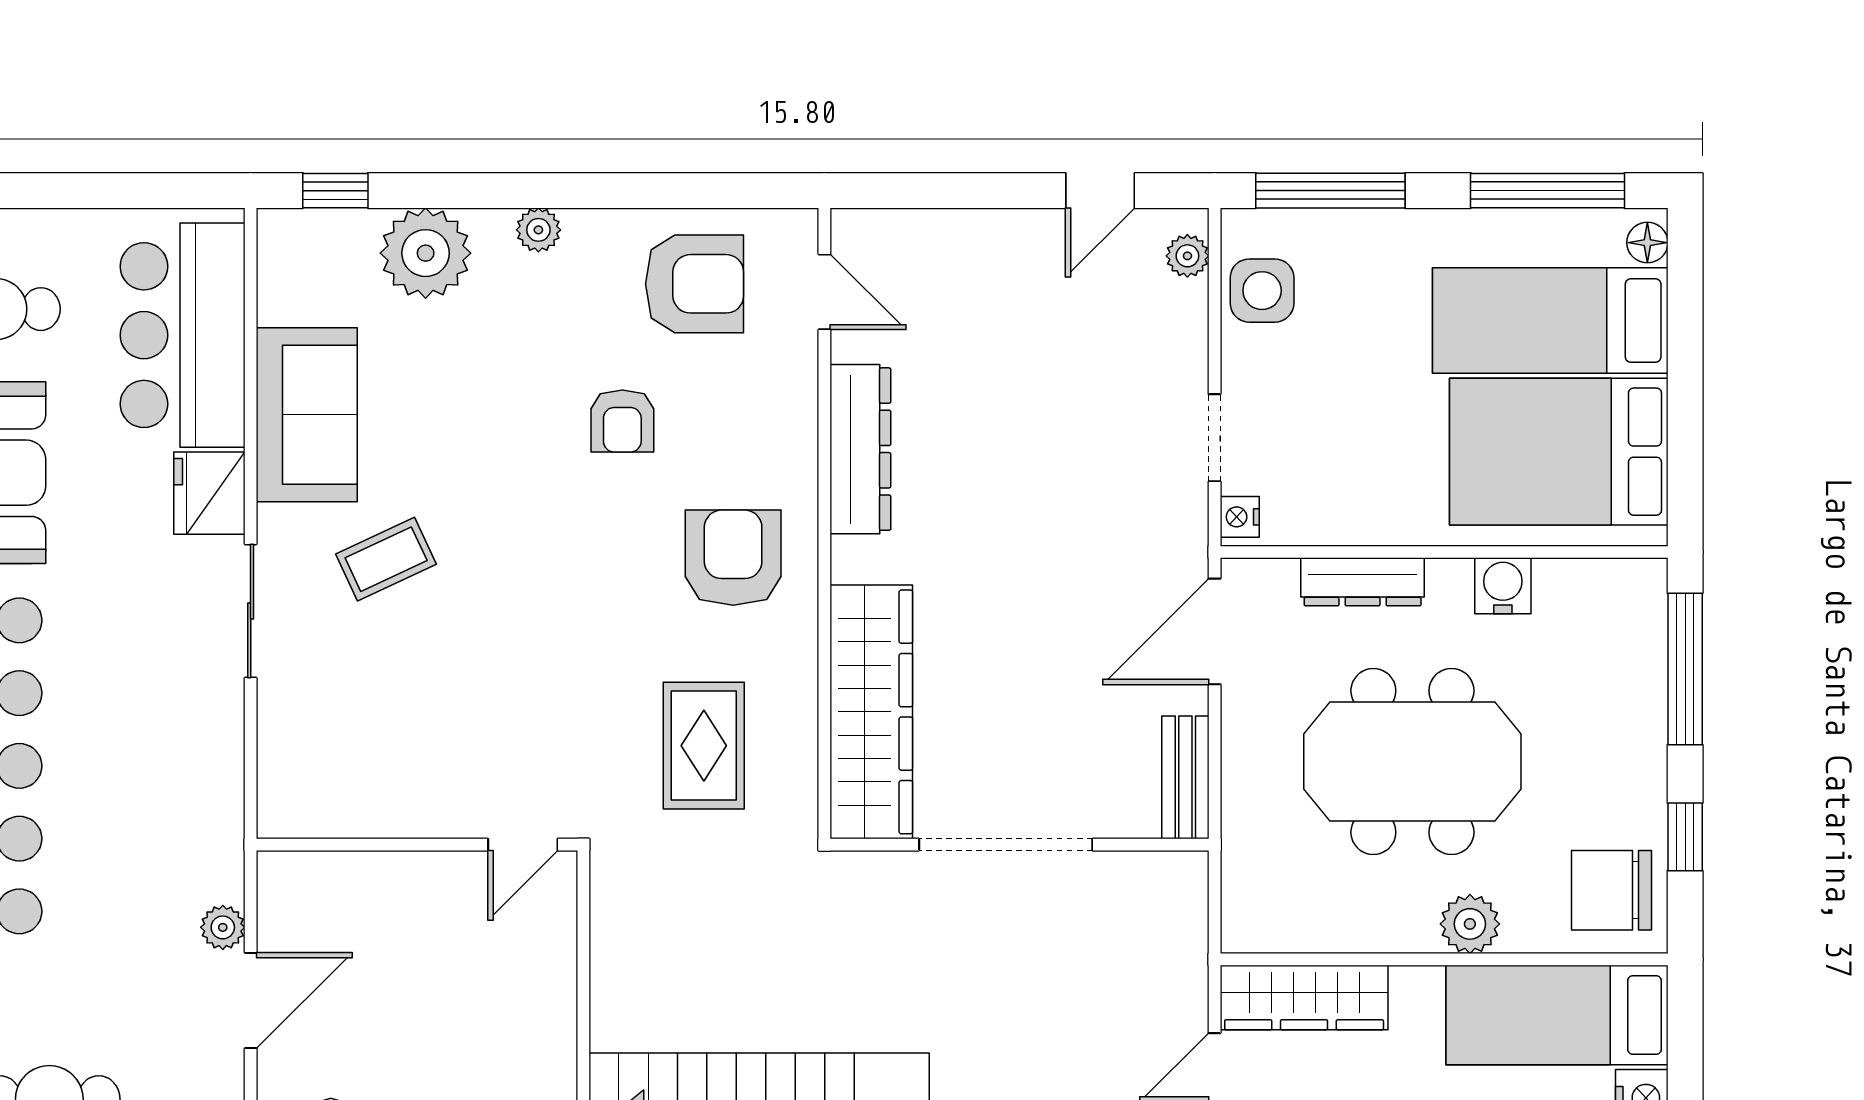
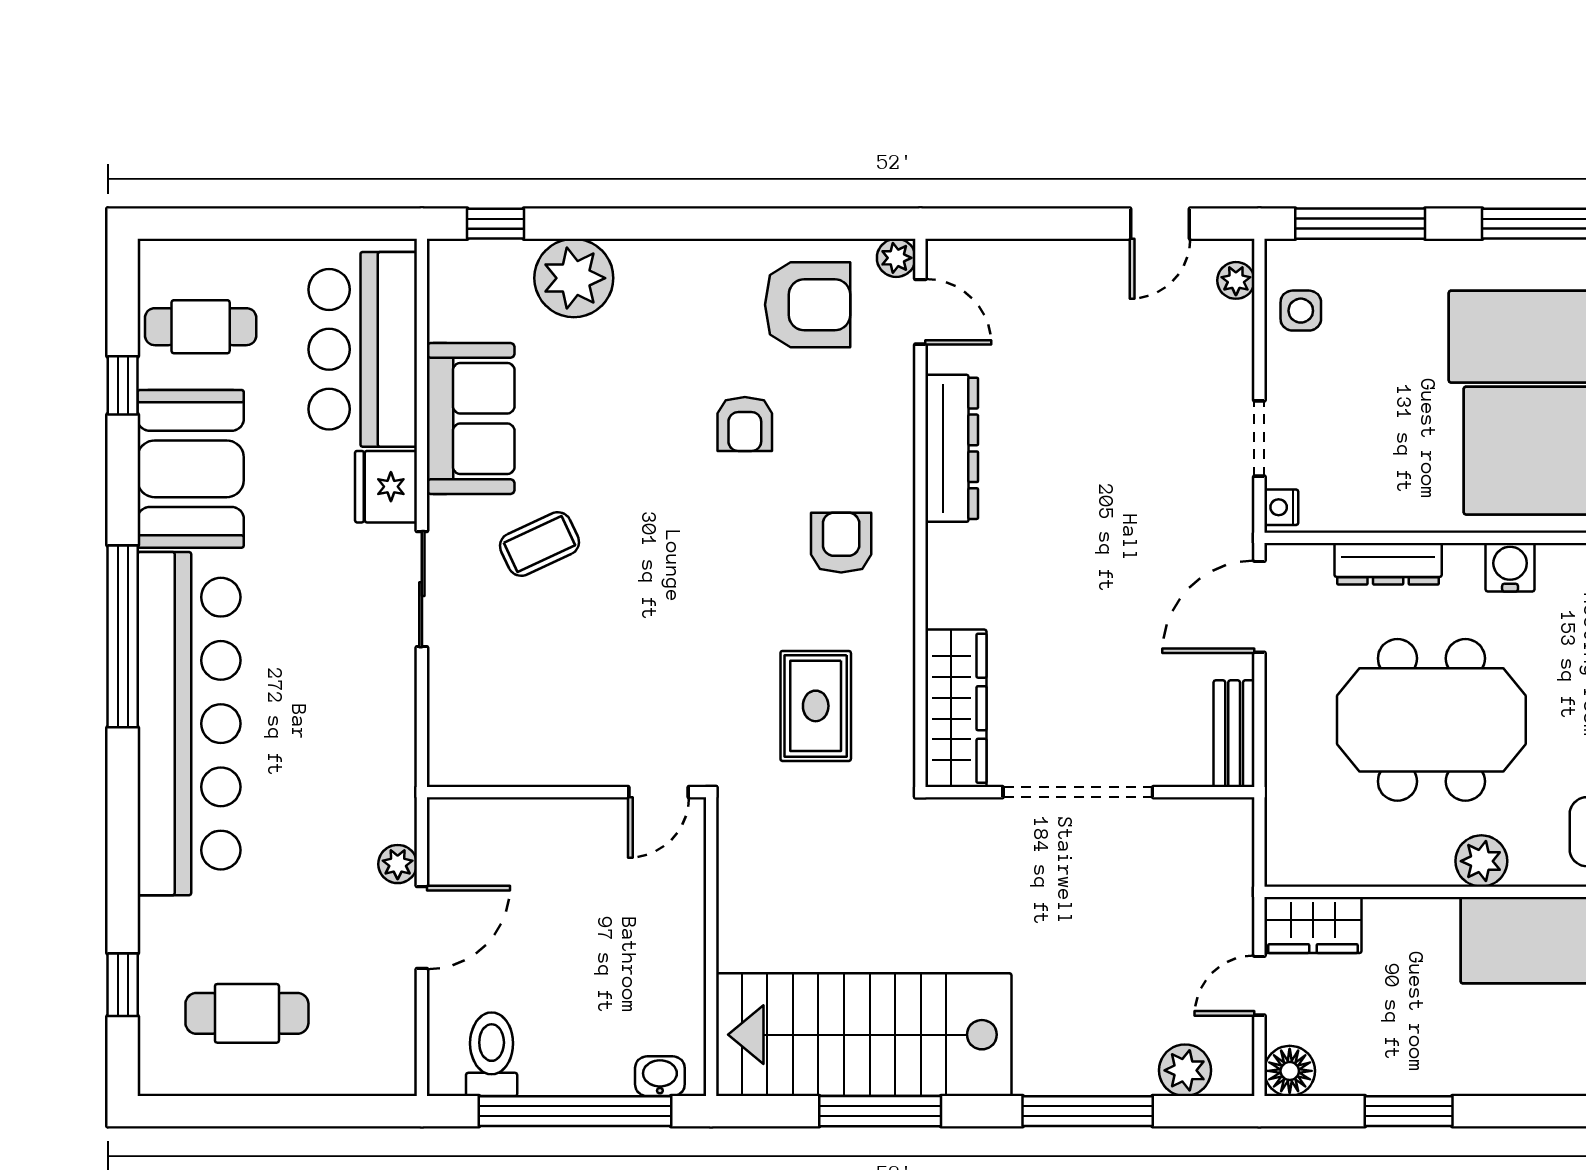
plant: (538, 230) -> (896, 258), moved
side table: (1262, 291) -> (1301, 311), width x0.73, depth x0.73
armchair: (733, 558) -> (841, 543), width x0.72, depth x0.72
wardrobe: (871, 712) -> (956, 708), width x0.71, depth x0.85
wardrobe: (1304, 998) -> (1313, 925), width x0.67

